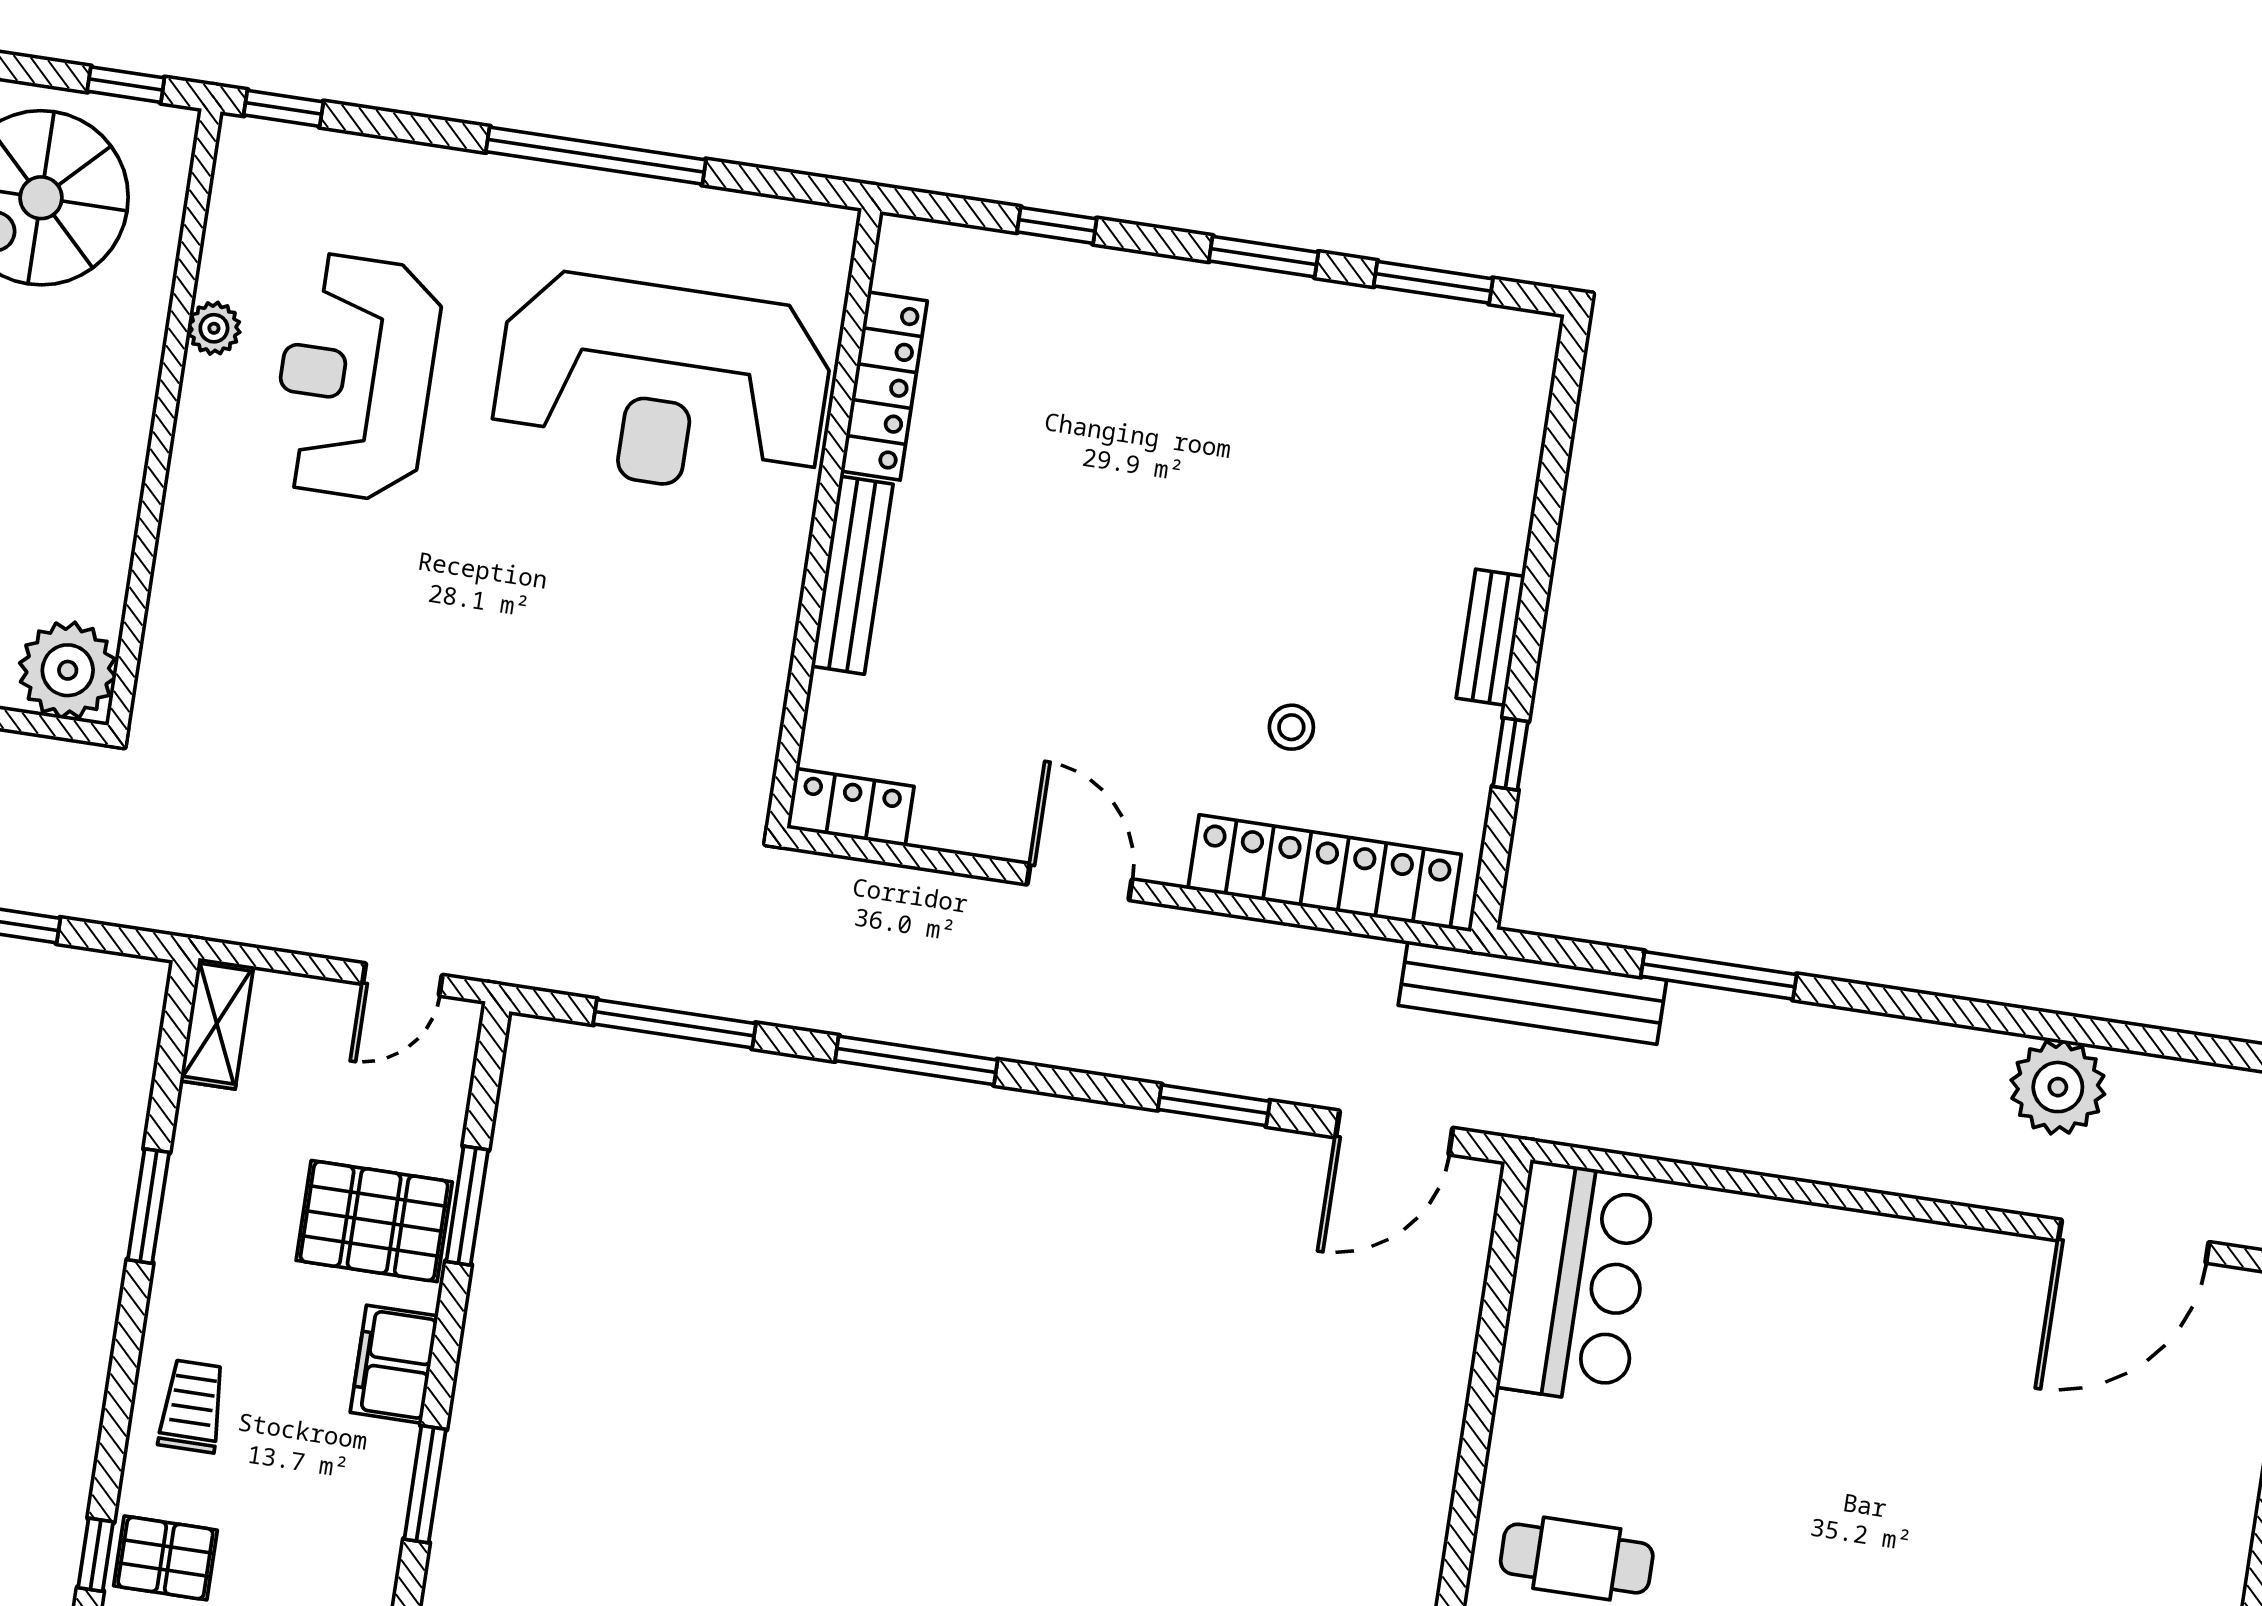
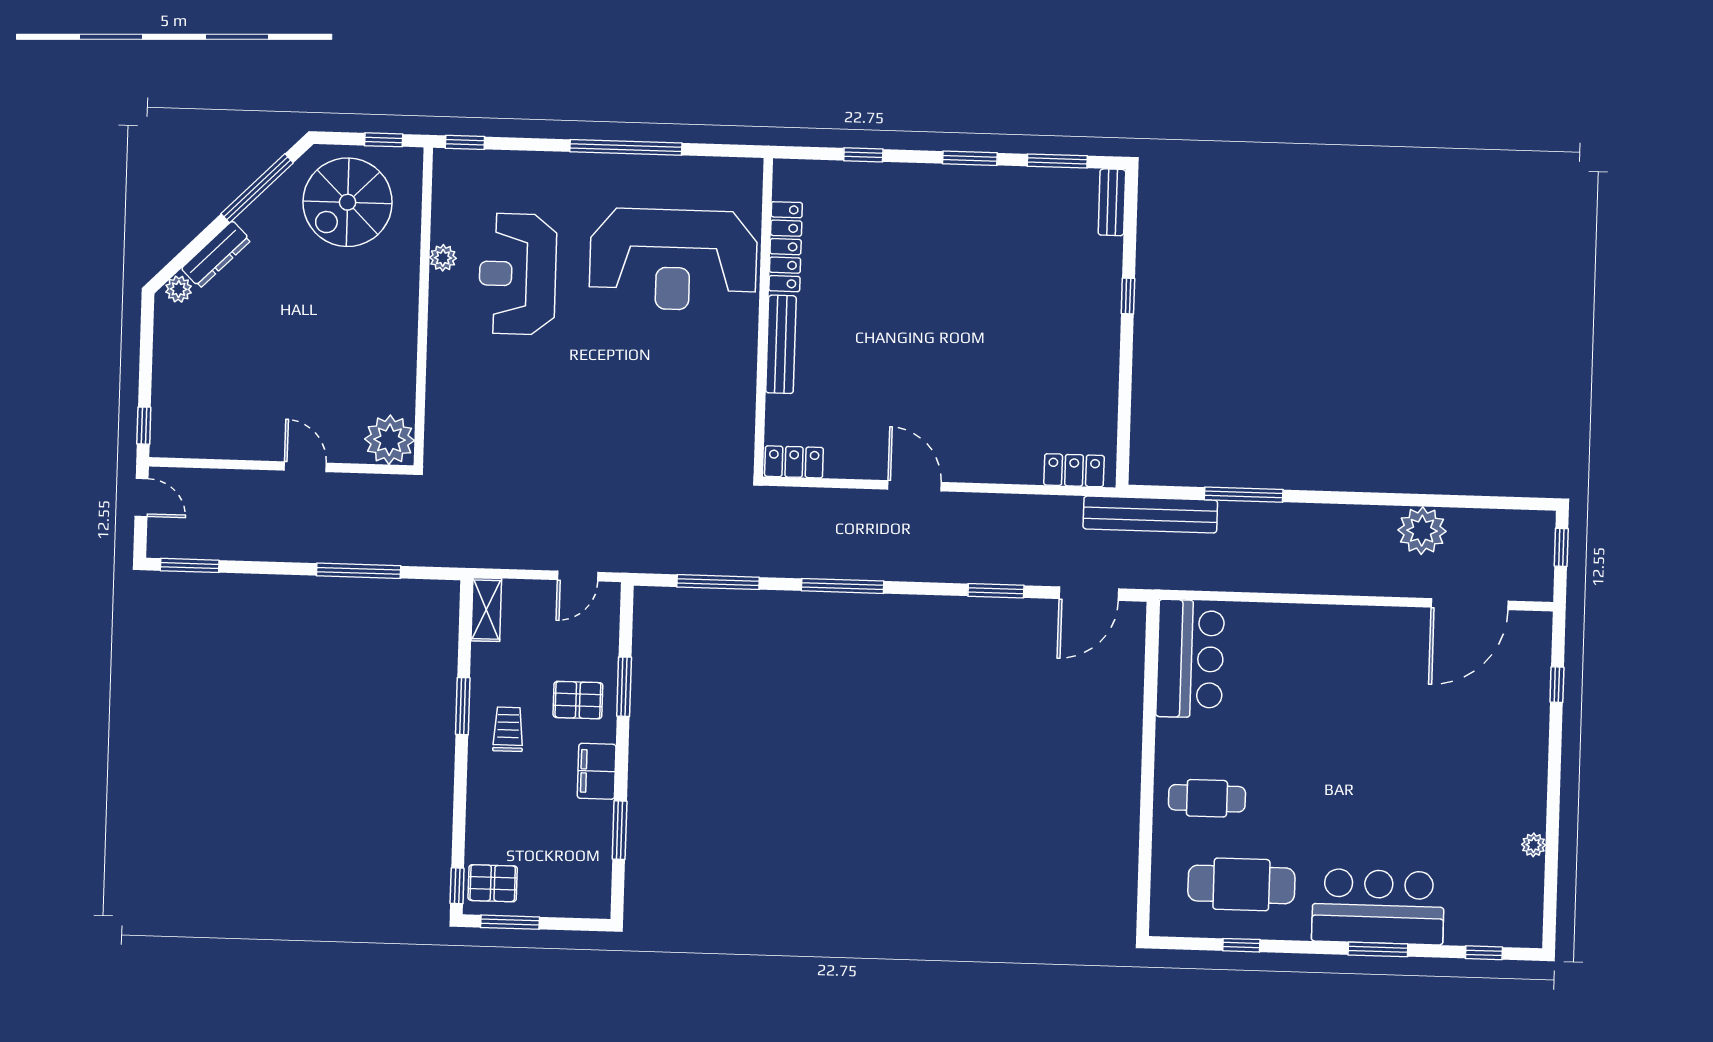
bench: (1490, 637) -> (1112, 202), moved
stool: (1291, 727) -> (1012, 395), removed
window: (1510, 754) -> (1128, 296), moved
locker: (1325, 872) -> (1074, 470), width x0.46, depth x0.83
pallet: (374, 1221) -> (578, 700), width x0.67, depth x0.71
trolley: (192, 1406) -> (508, 729), moved

